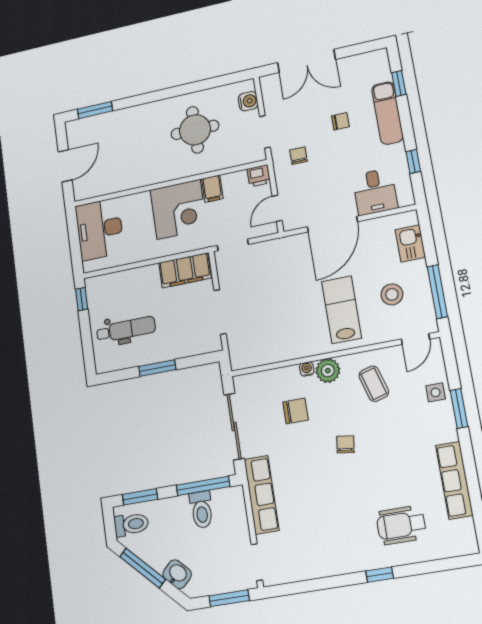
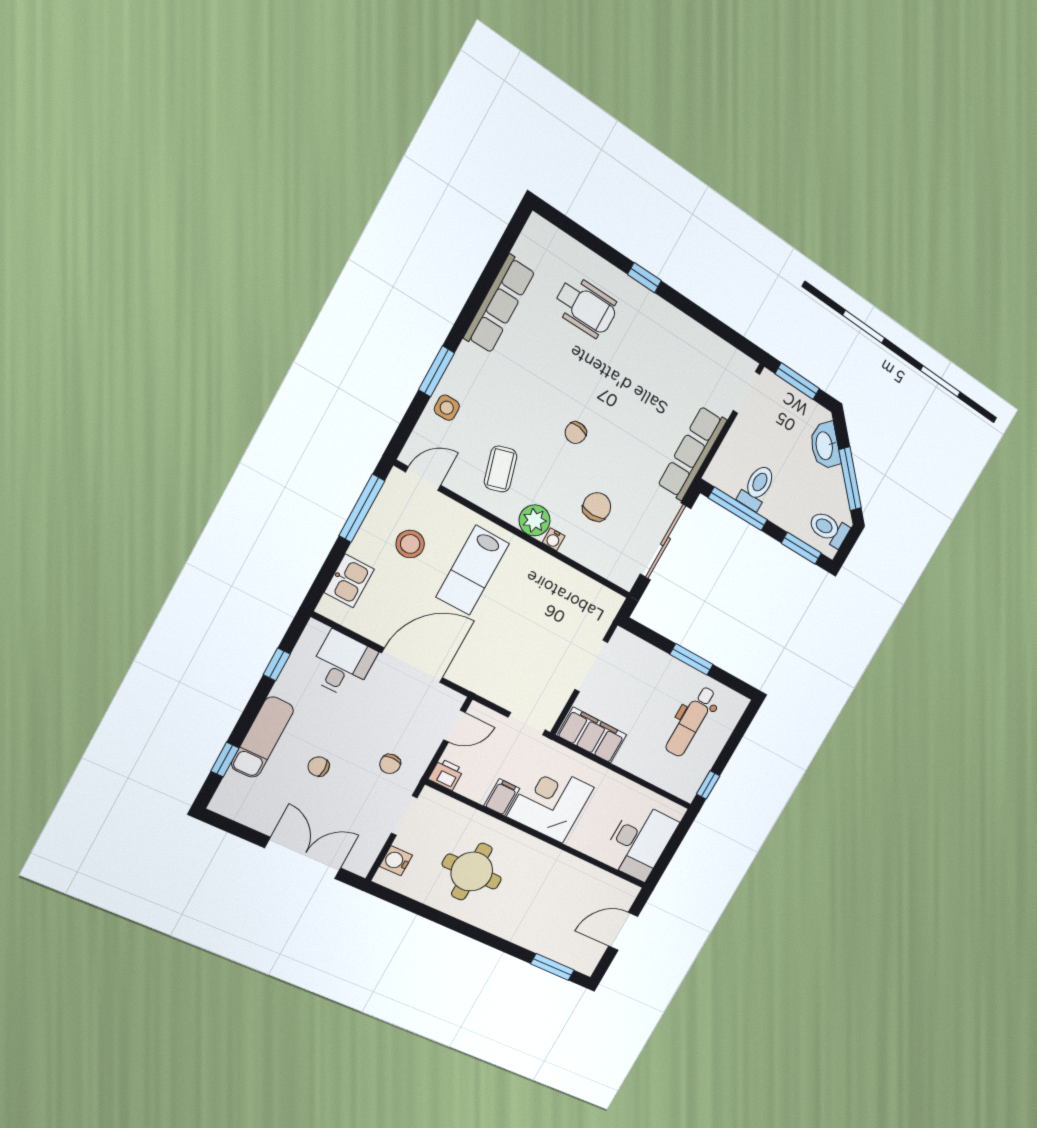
dental chair: (126, 329) -> (691, 722), turned -90
chair: (296, 411) -> (597, 507), turned 90
washbasin: (177, 574) -> (825, 446), width x1.38

